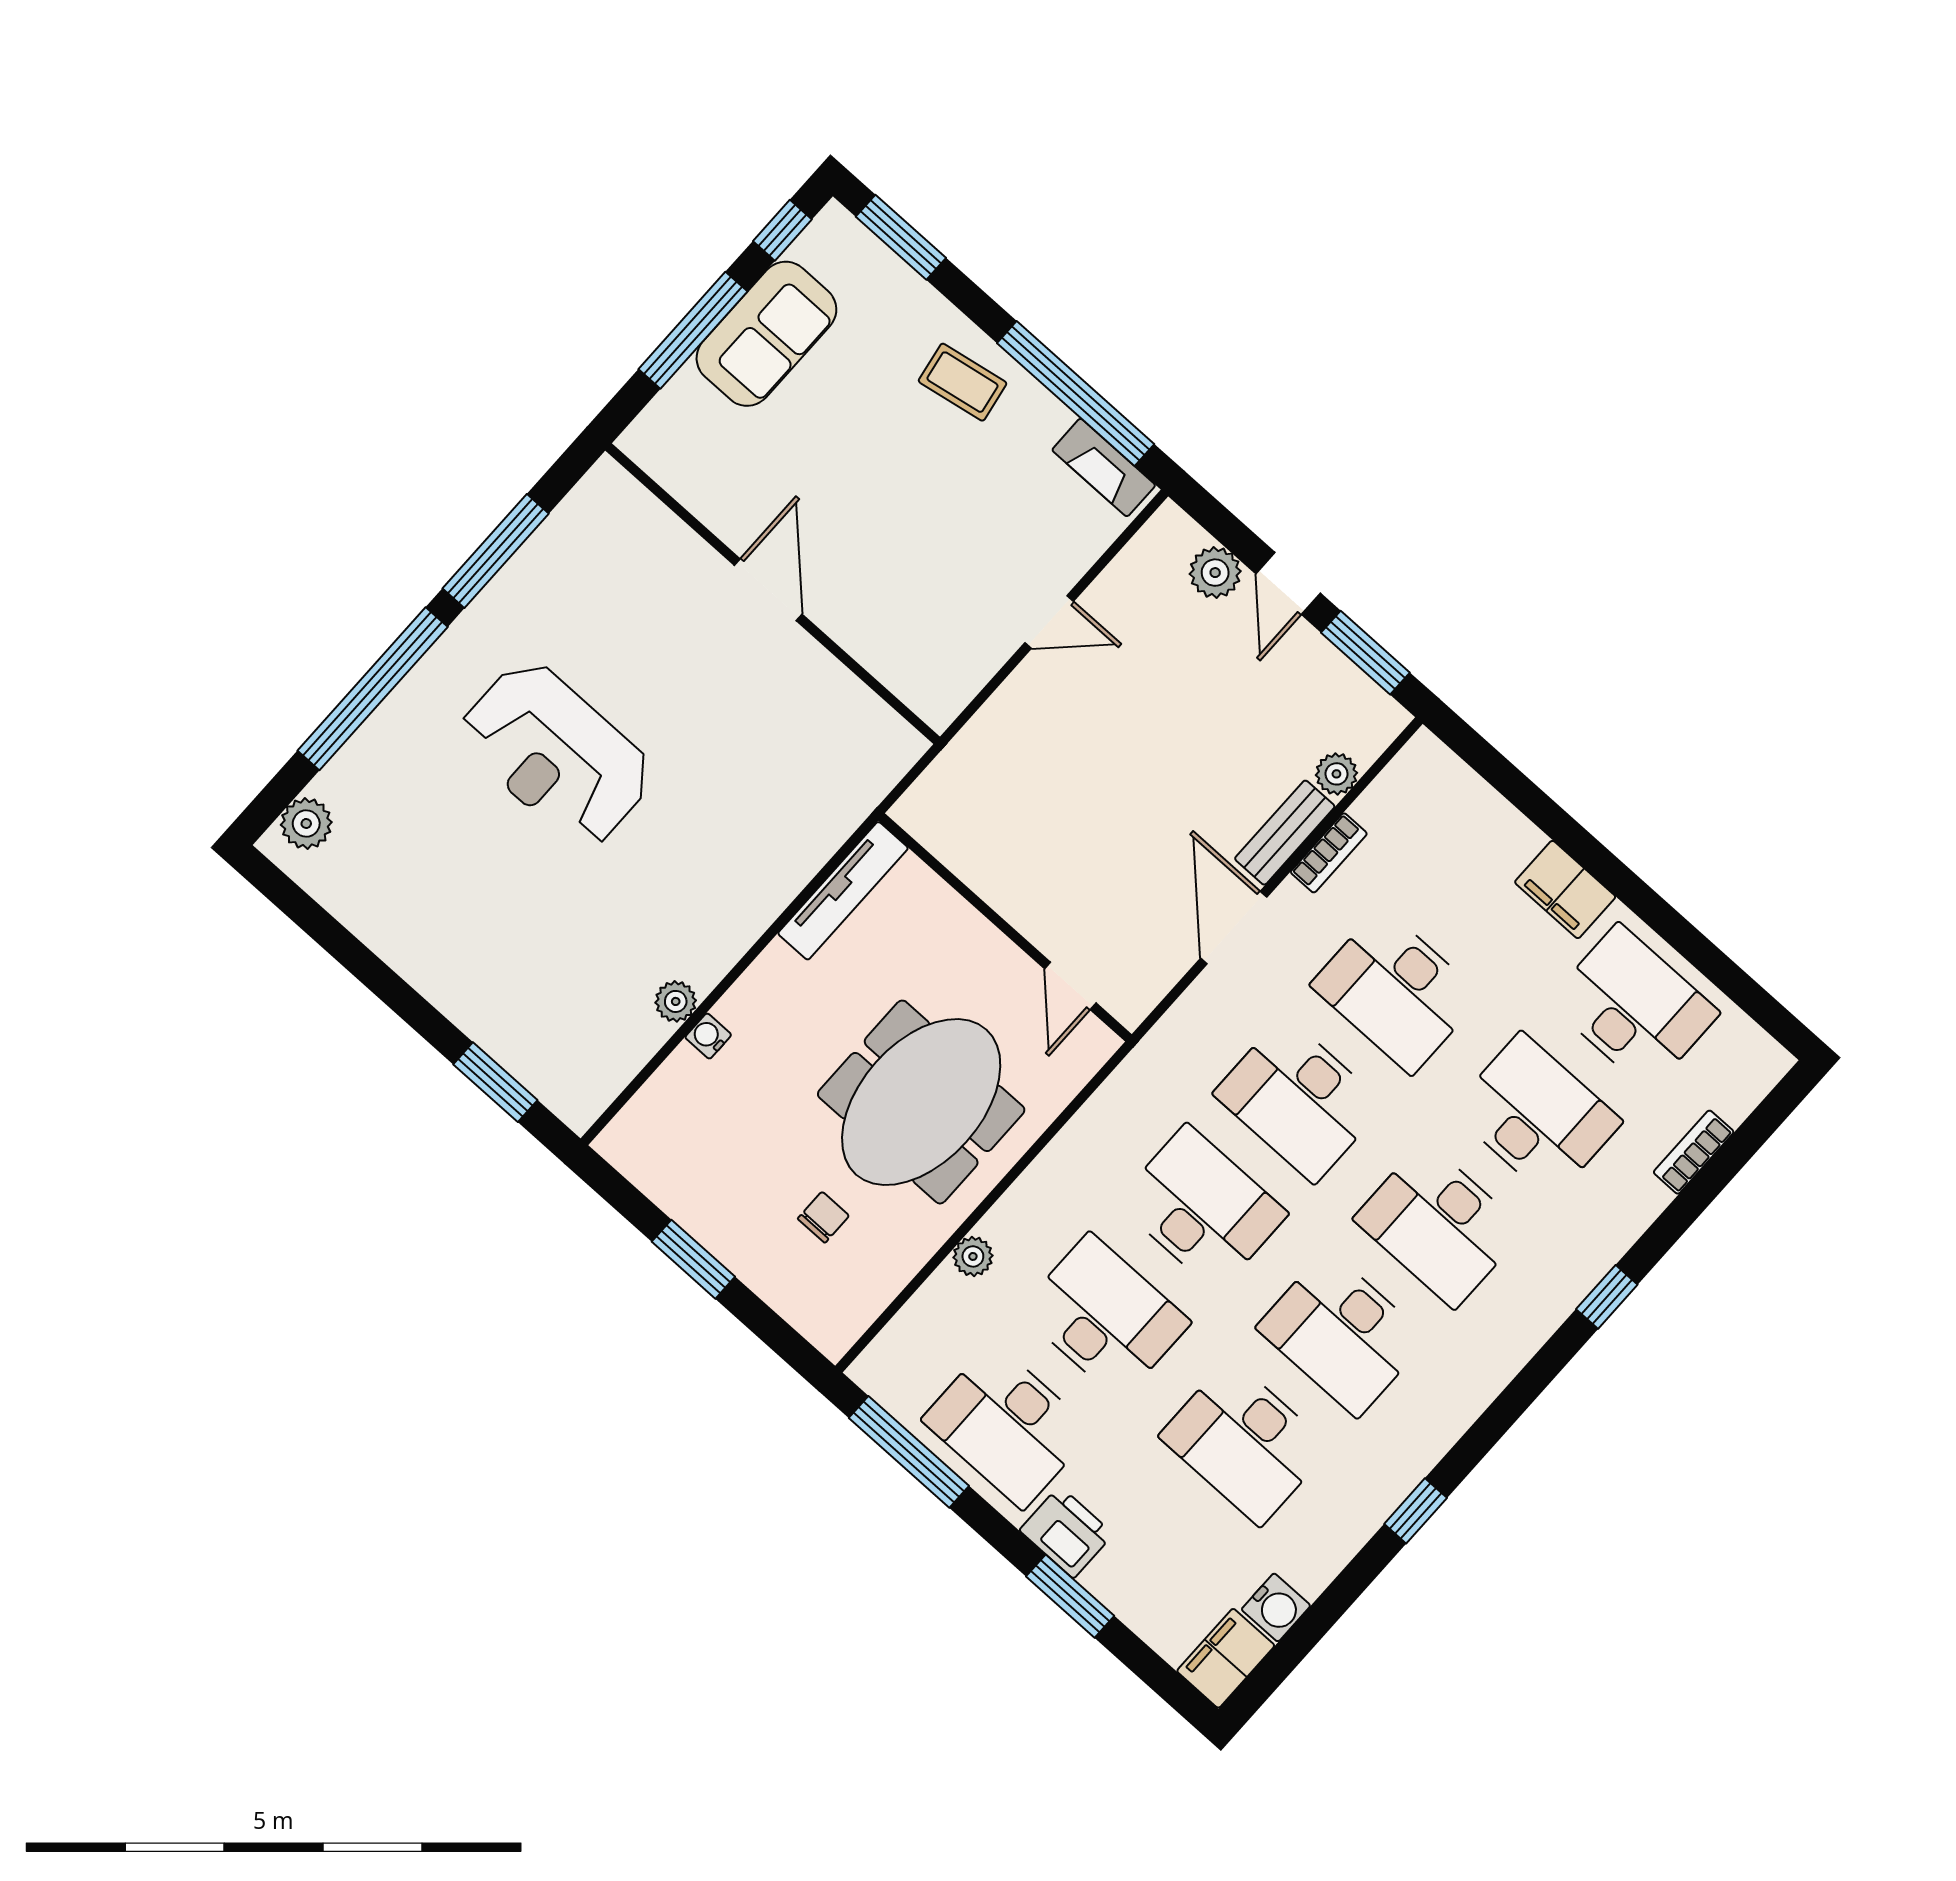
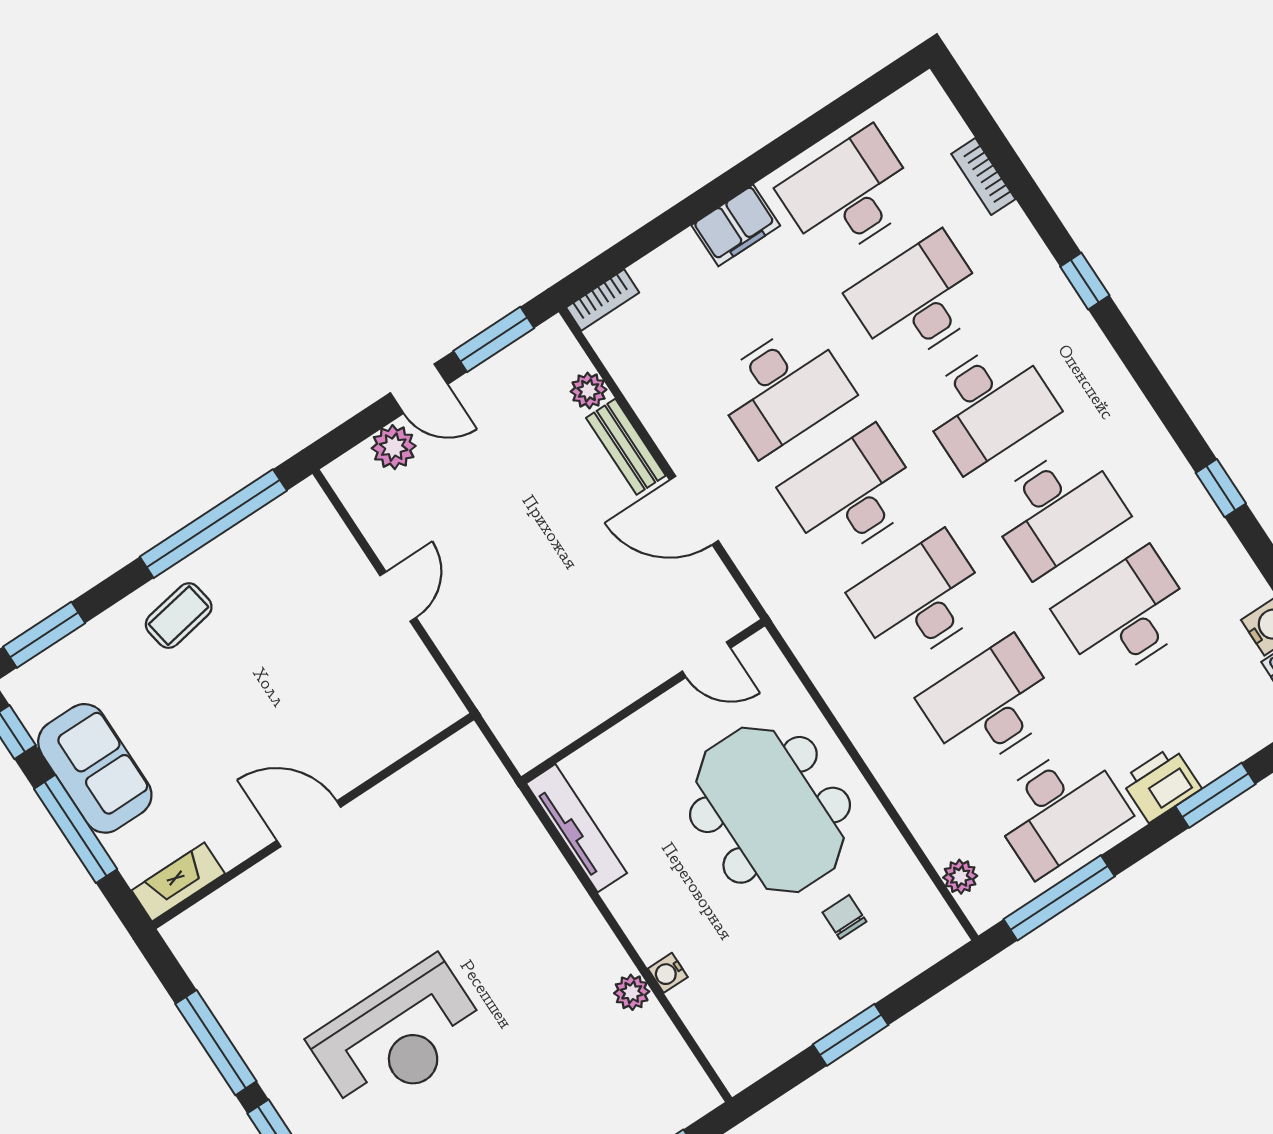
fireplace: (1104, 468) -> (178, 882), moved, turned 180
bookcase: (1329, 853) -> (603, 300), moved, turned 90
desk: (1299, 1099) -> (852, 494), turned 180
plant: (973, 1256) -> (960, 877), moved
desk: (1245, 1442) -> (1126, 615), turned 180

